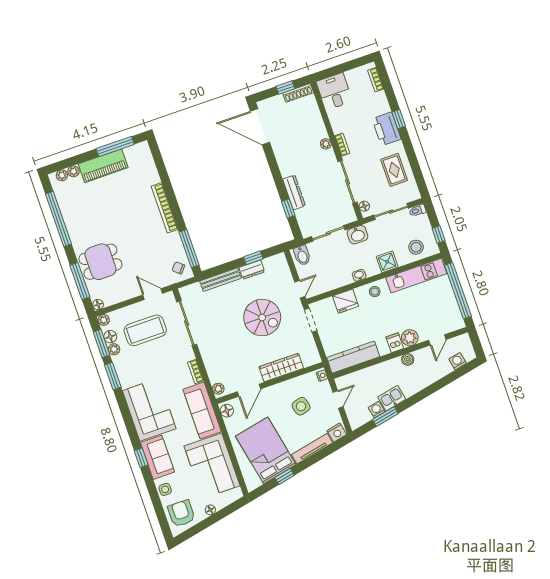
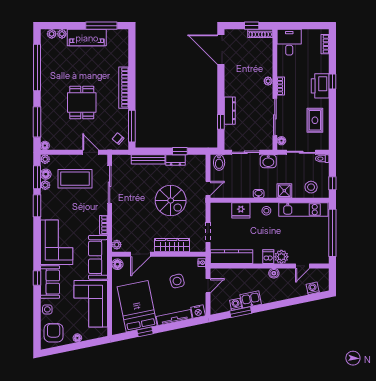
dining table: (100, 262) -> (82, 102), moved, turned 90
doorway: (311, 320) -> (208, 232), moved

